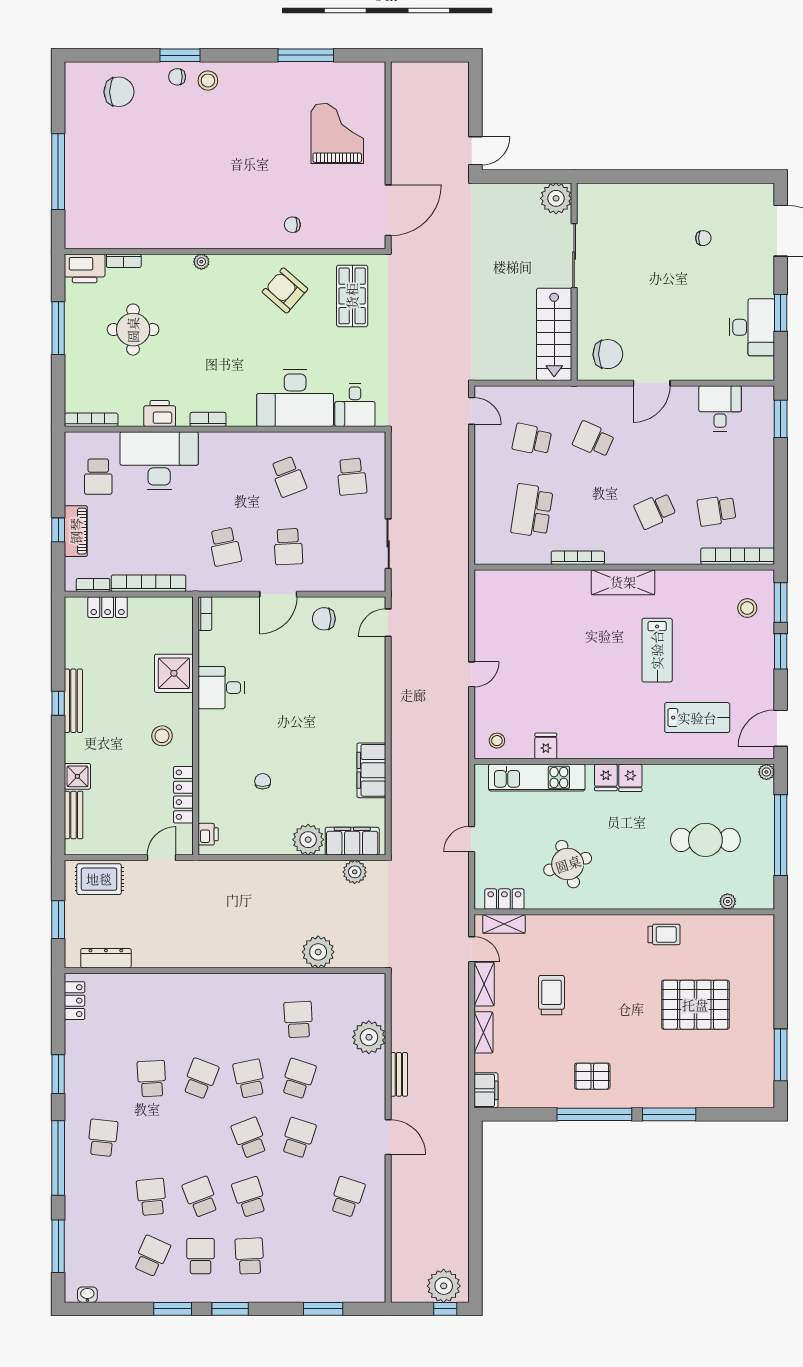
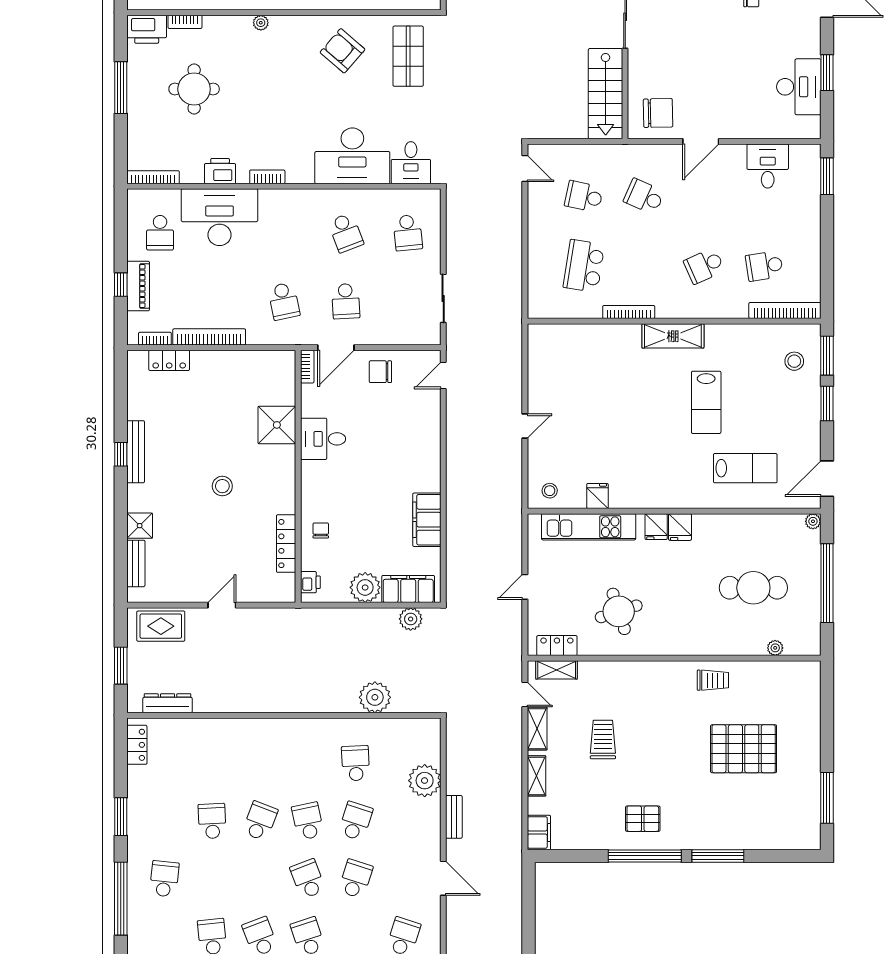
bookcase: (205, 614) -> (307, 367), moved
shower: (174, 673) -> (277, 425), moved
desk: (221, 688) -> (323, 439), moved
wall: (196, 726) -> (298, 476), moved
locker: (183, 795) -> (286, 544), moved
printer: (208, 834) -> (310, 582), moved

